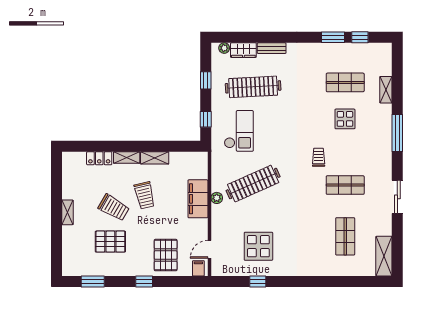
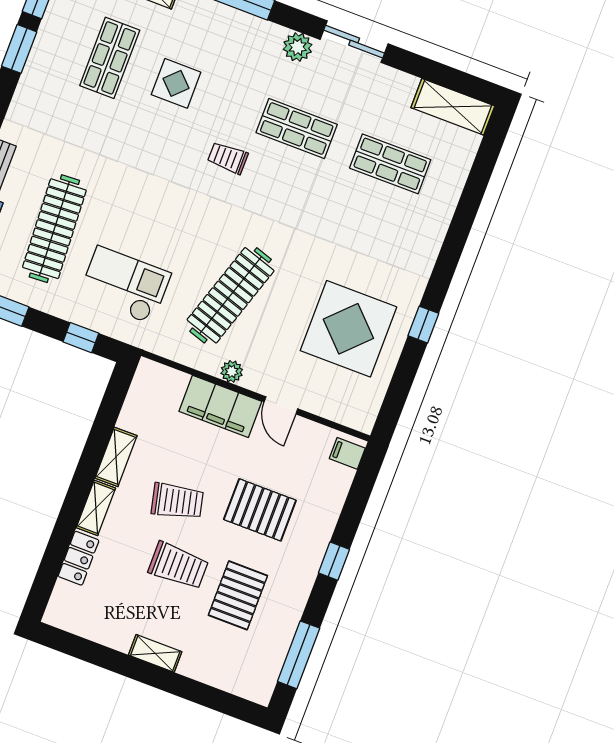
plant: (384, 171) -> (298, 47), added
clothes rail: (253, 184) -> (231, 295), turned 42
shop shelf: (345, 185) -> (297, 129), turned 90
trolley: (114, 208) -> (178, 566), turned 60
display table: (258, 246) -> (348, 329), width x1.36, depth x1.36
door: (209, 249) -> (281, 405), moved
pallet: (166, 255) -> (260, 510), moved
window: (93, 281) -> (299, 655), width x1.44
window: (258, 281) -> (423, 325), moved

